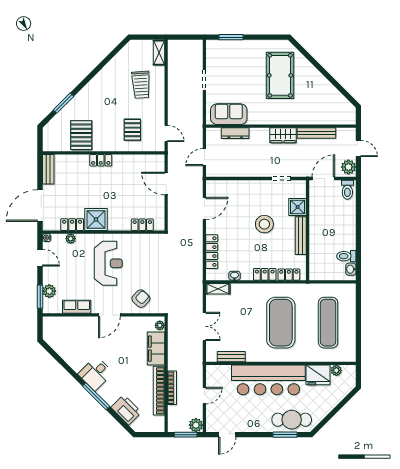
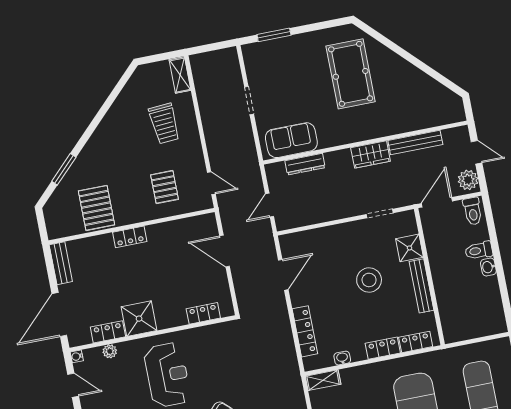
toilet: (346, 256) -> (479, 251), moved
washbasin: (351, 269) -> (488, 267), moved

